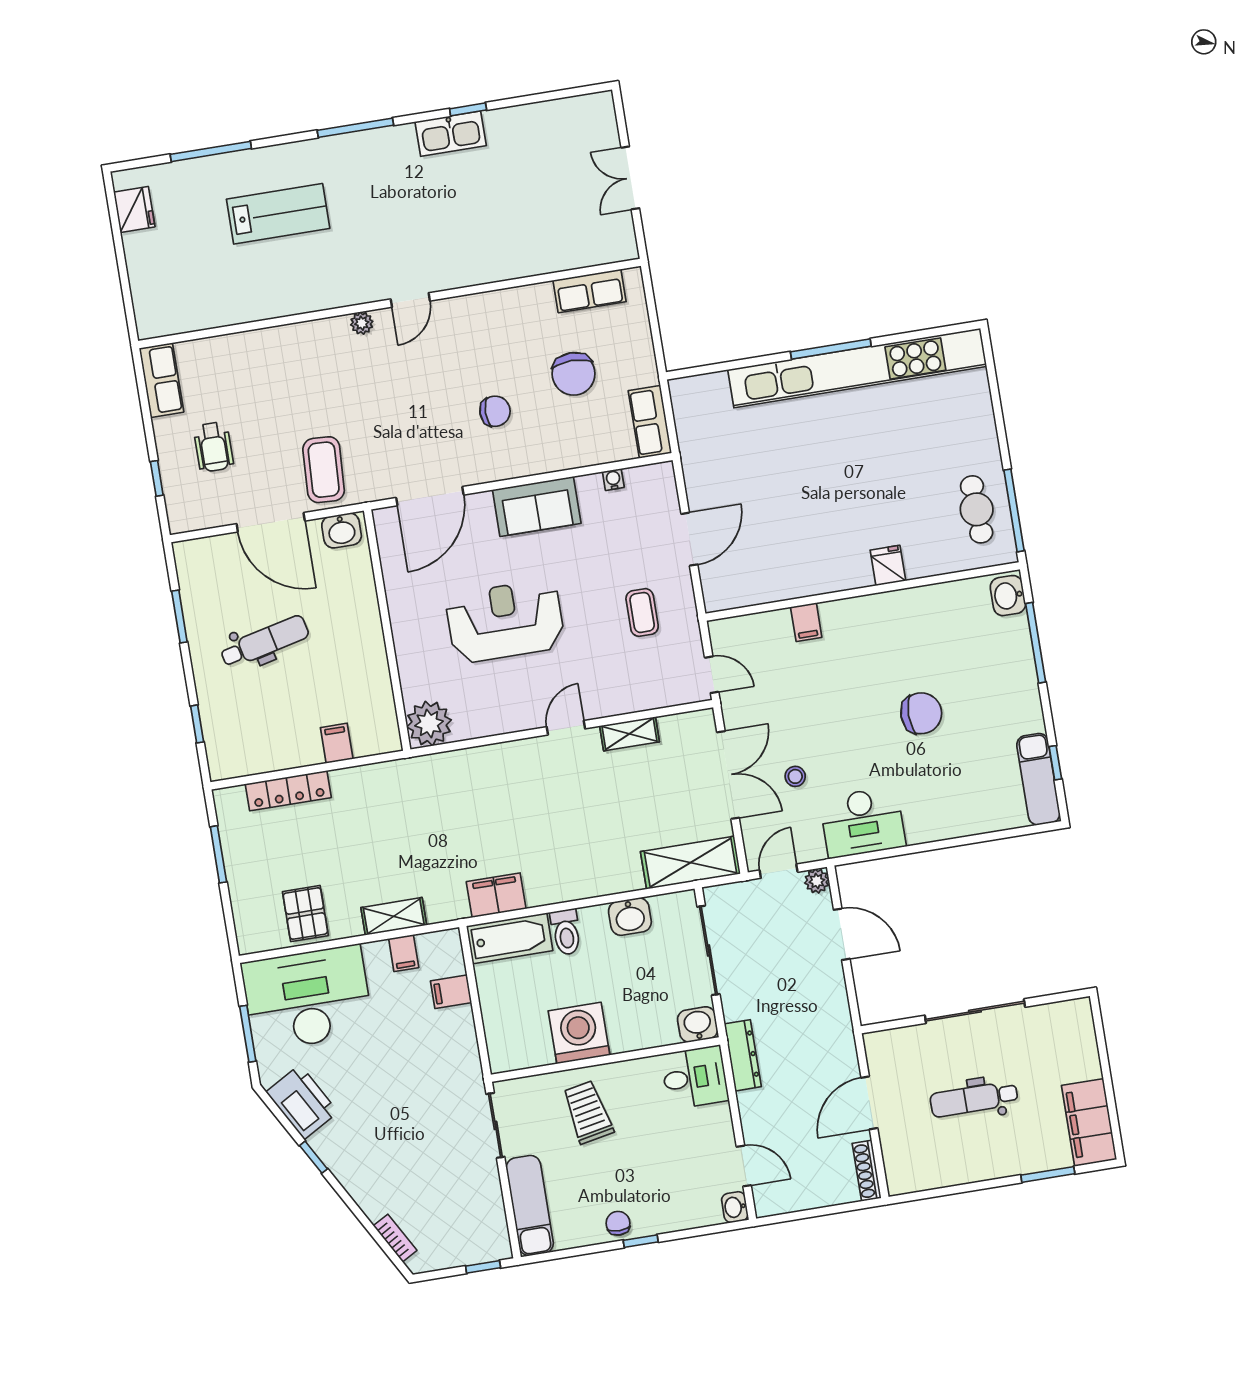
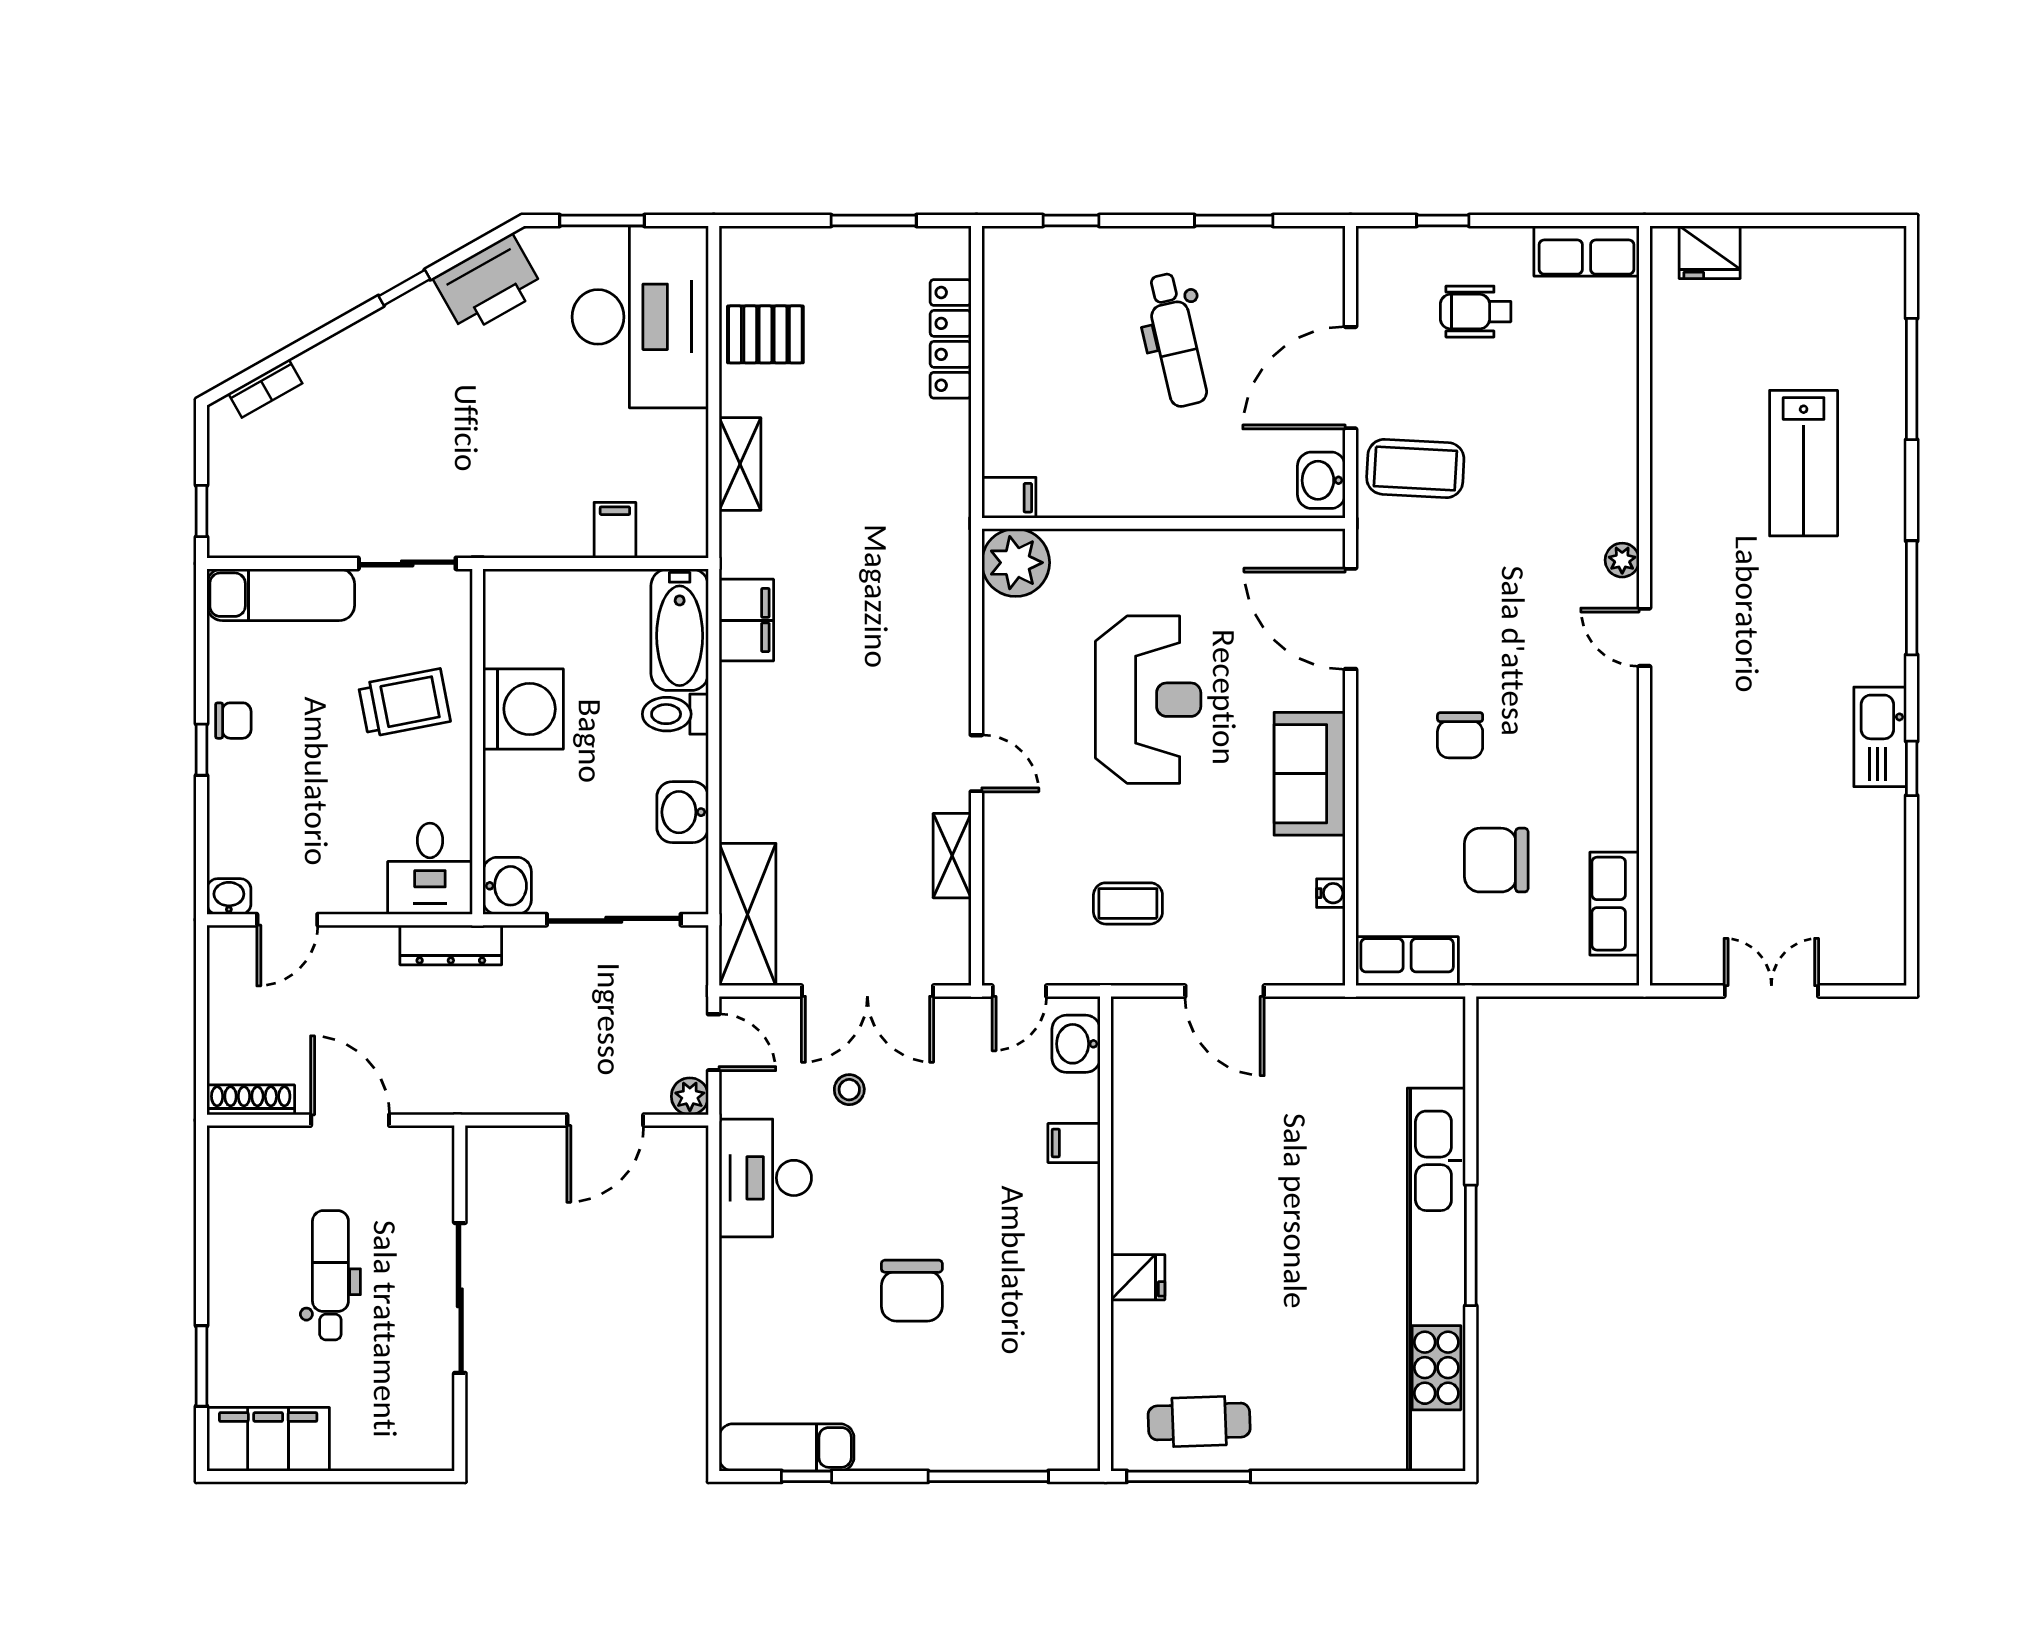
fridge: (134, 210) -> (1710, 252), moved
washbasin: (1008, 596) -> (1076, 1044), moved, turned -90
filing cabinet: (337, 743) -> (1009, 498), moved
filing cabinet: (404, 953) -> (683, 470), removed

